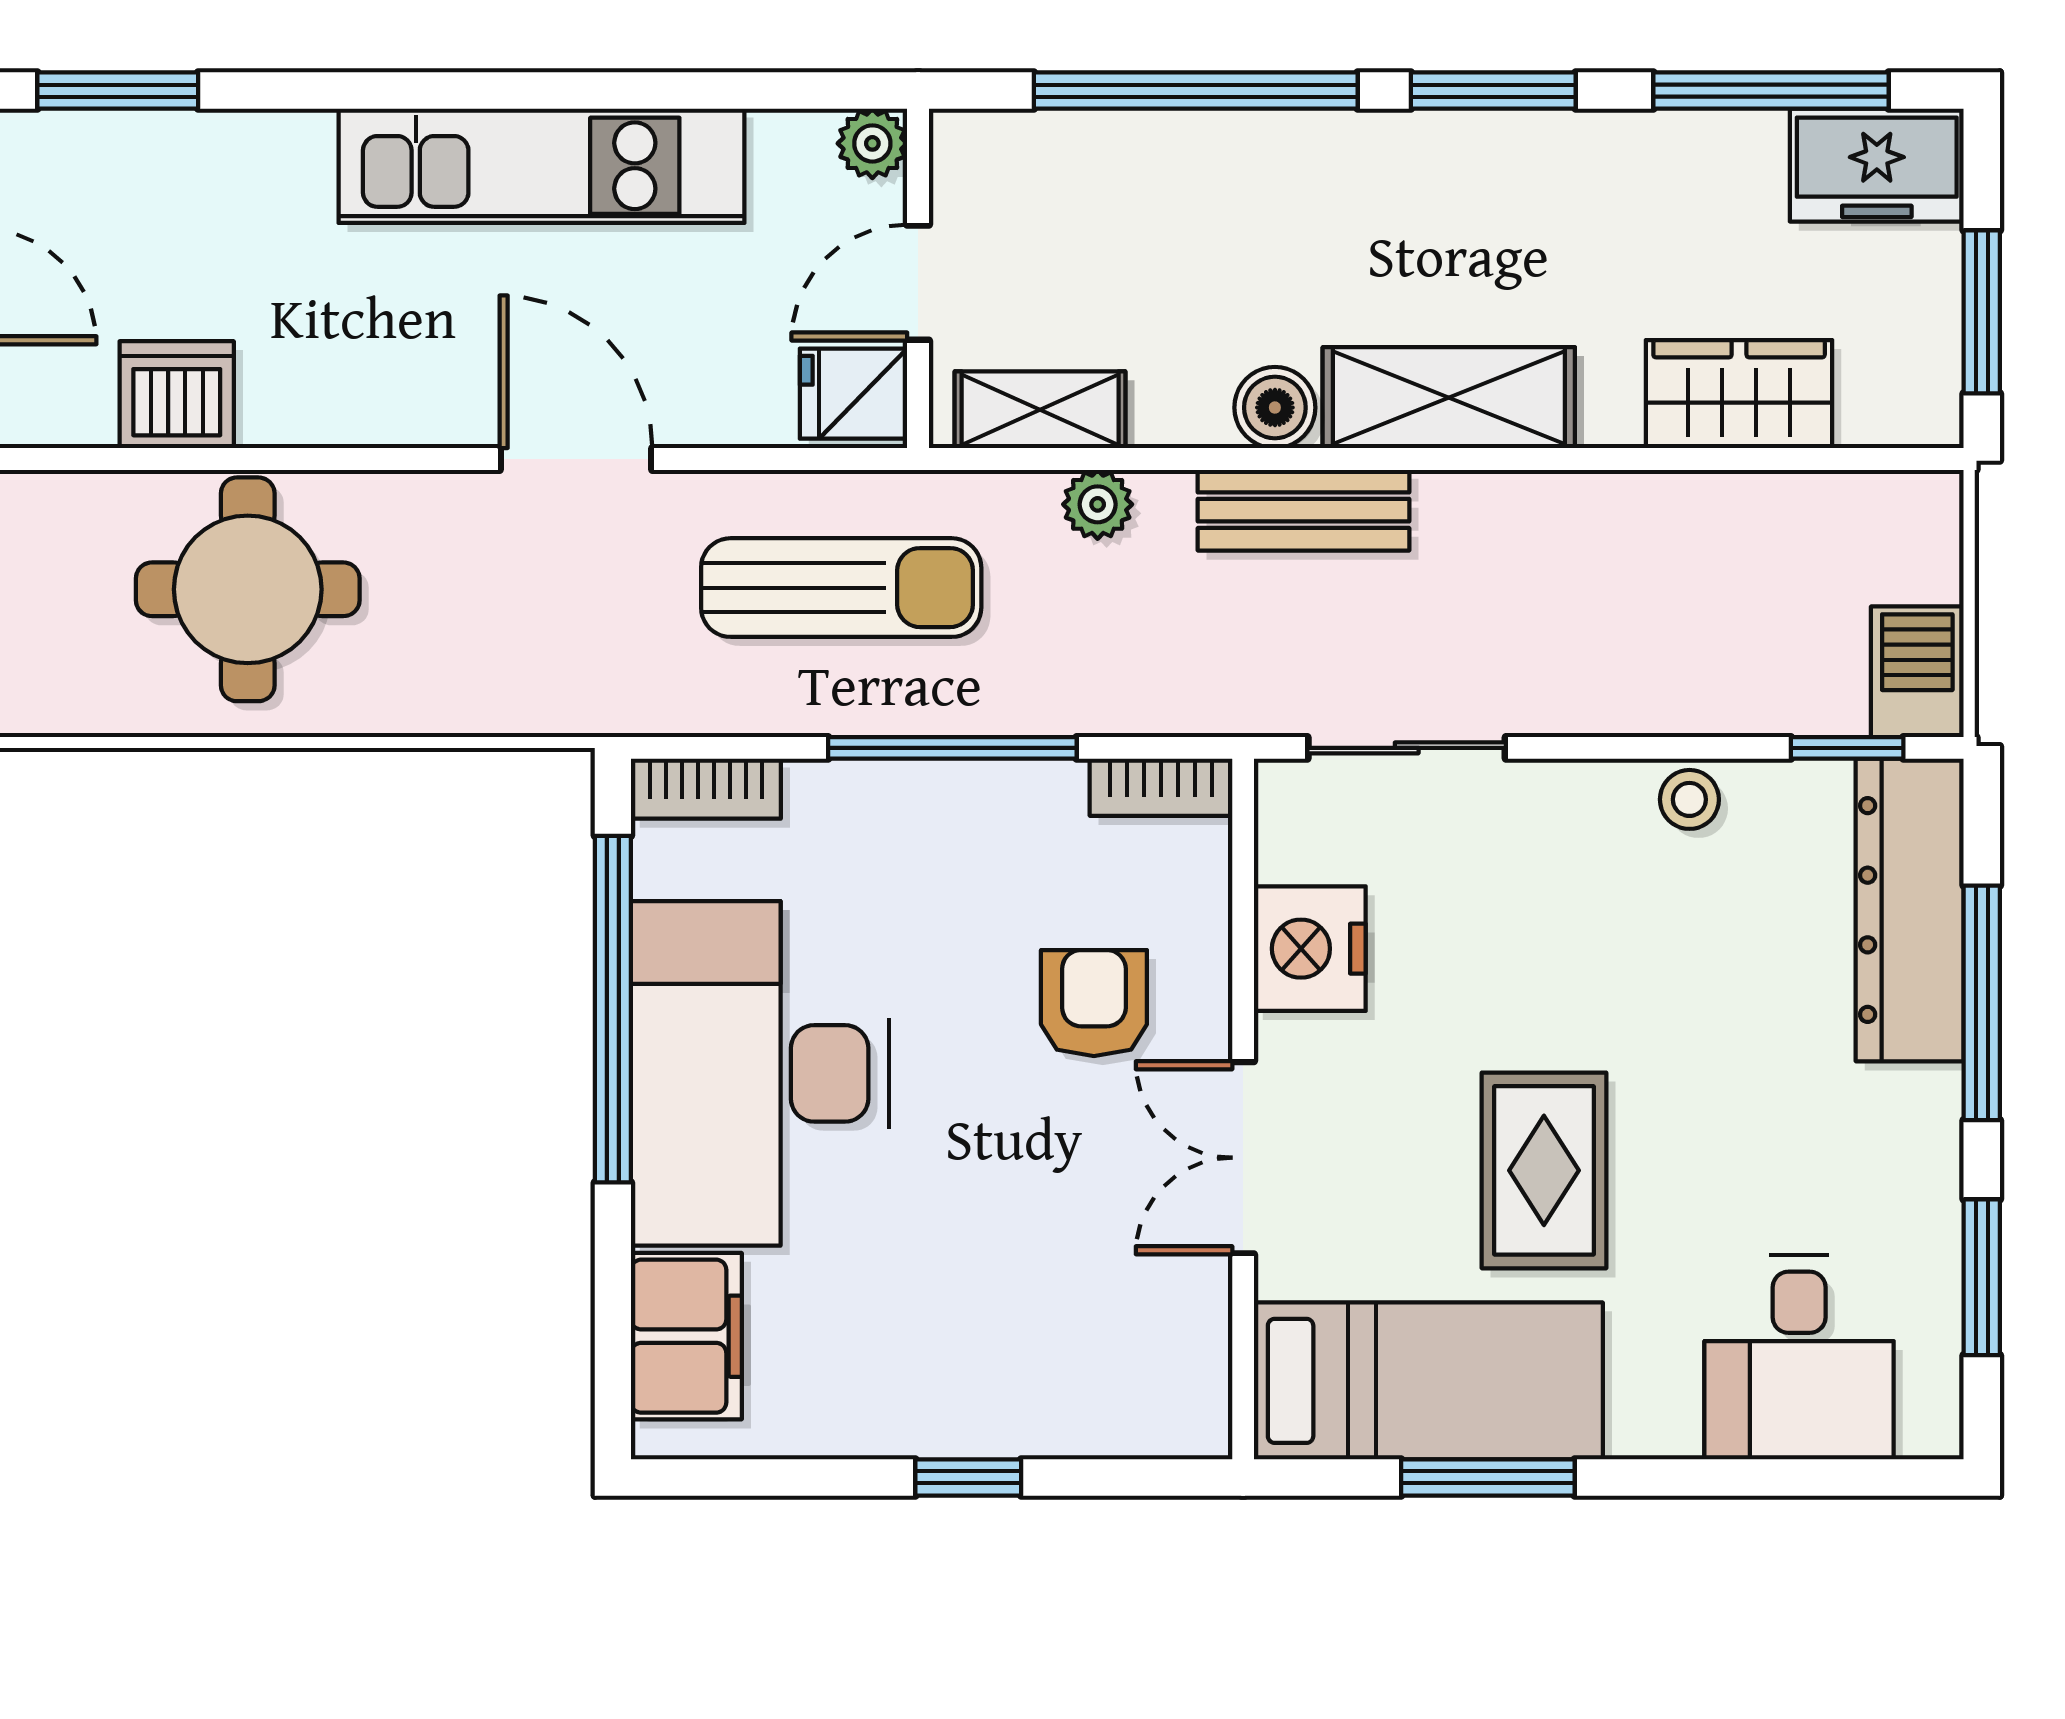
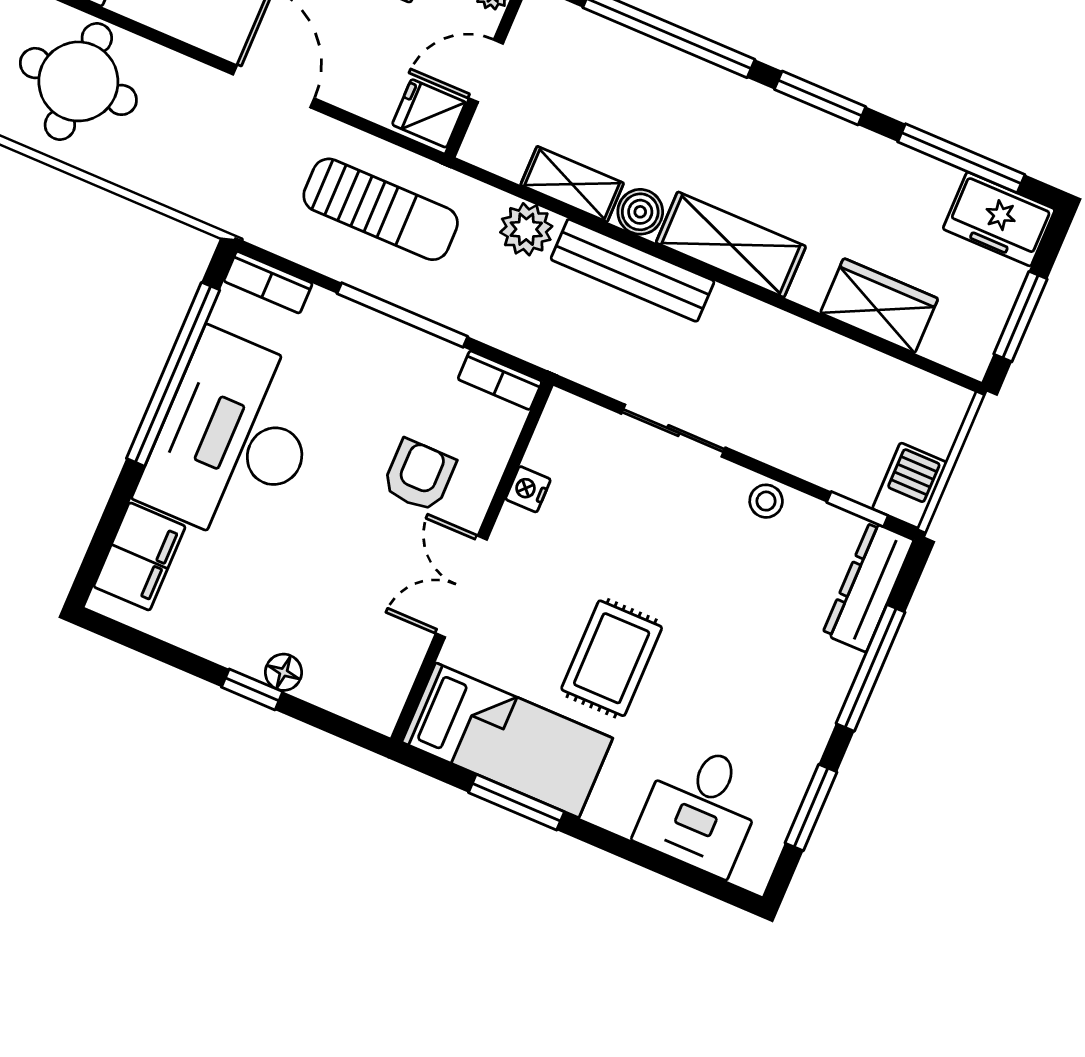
shelving: (1040, 410) -> (572, 184), moved
plant: (1098, 504) -> (526, 229), width x1.38, depth x1.38
bench: (1303, 510) -> (633, 270), width x1.36
sliding door: (1407, 748) -> (673, 431), moved
dresser: (1910, 910) -> (868, 587), width x0.73, depth x0.80
nightstand: (1310, 949) -> (528, 489), width x0.53, depth x0.56
floor lamp: (1008, 1427) -> (284, 672), added

